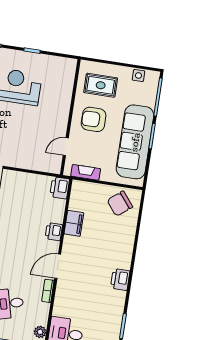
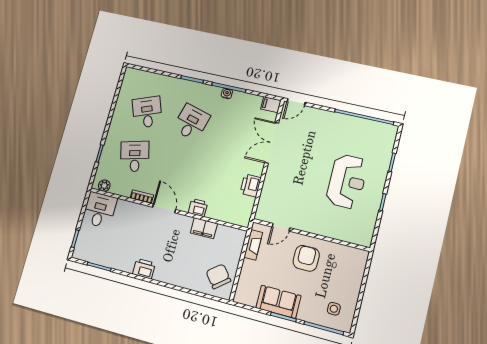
side table: (138, 75) -> (334, 309), moved
rug: (101, 85) -> (341, 269), removed
sofa: (135, 142) -> (278, 302), width x0.54, depth x0.79
door: (66, 147) -> (281, 227), swing flipped
printer: (60, 188) -> (250, 185), moved, turned -90

